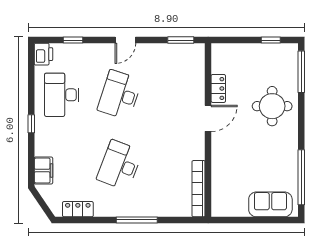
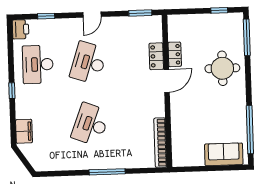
locker: (78, 209) -> (156, 56), moved, turned -90

